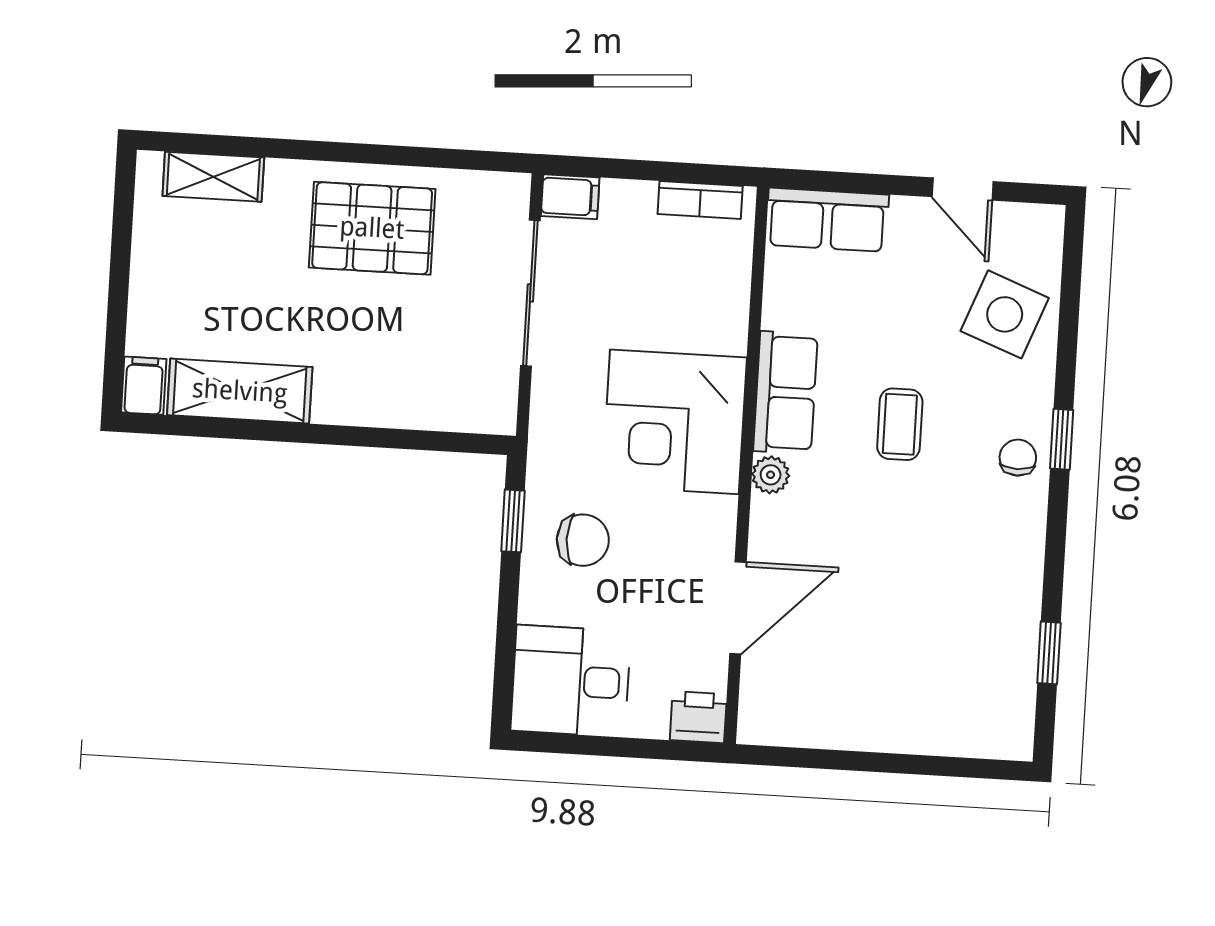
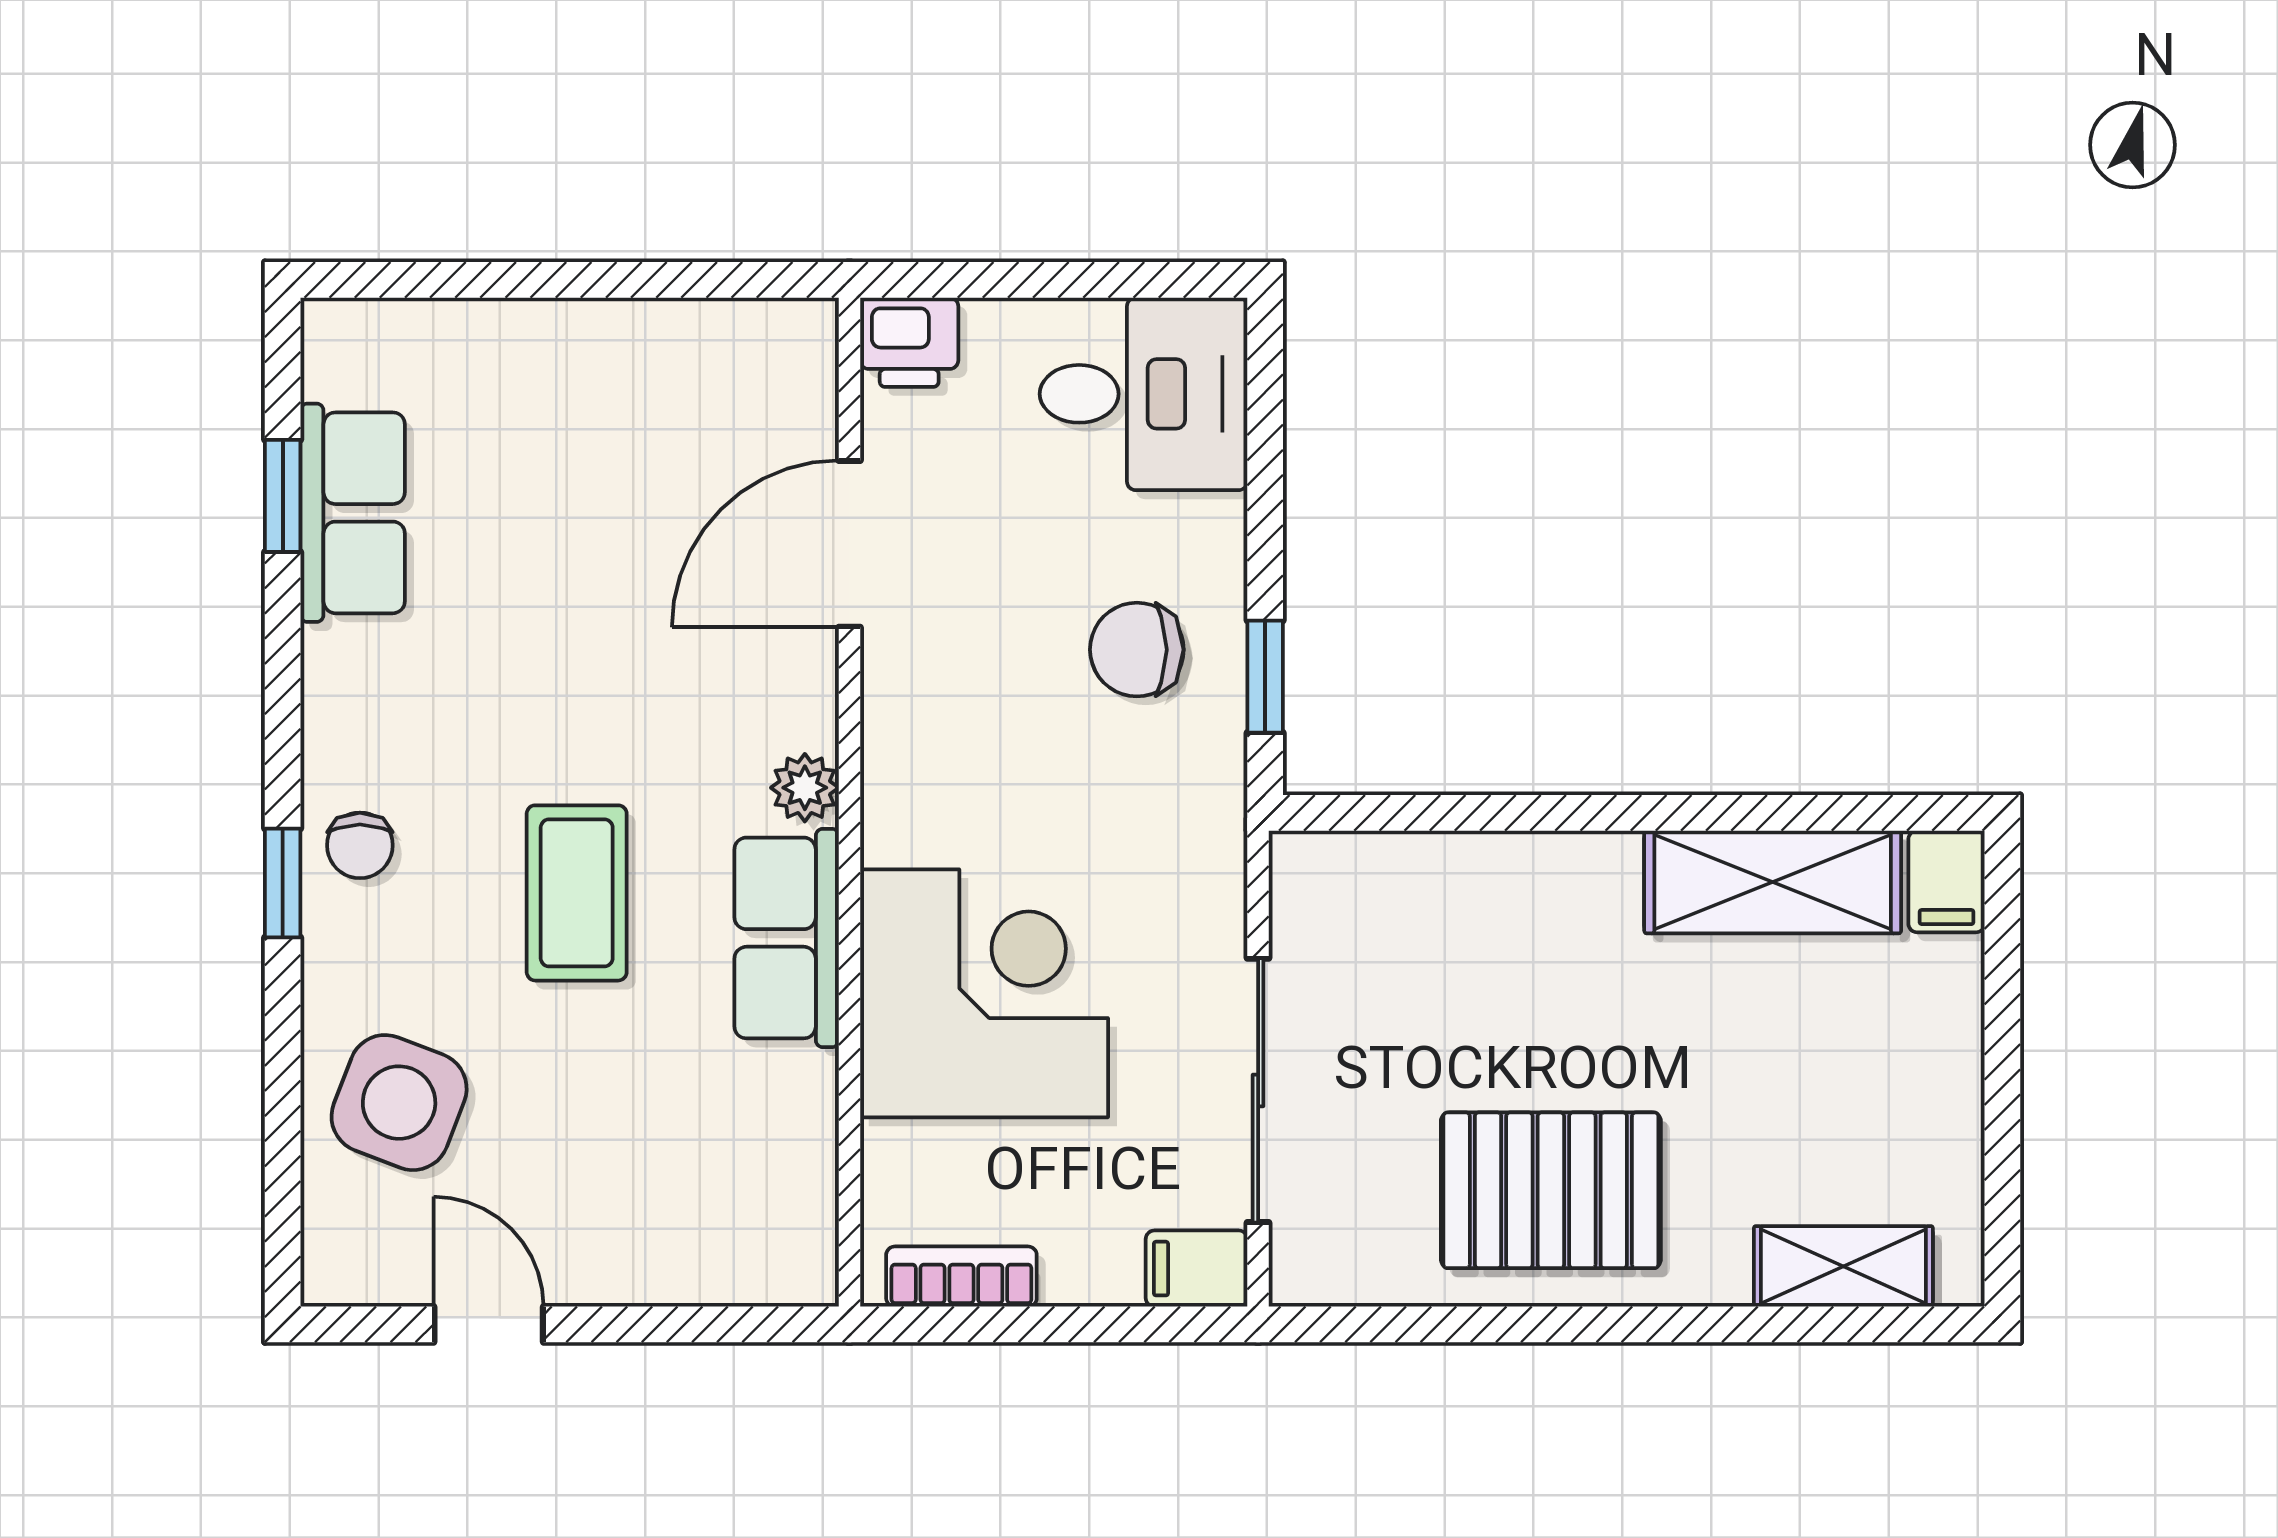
row of seats: (827, 220) -> (353, 513), moved, turned 90
corner desk: (674, 422) -> (984, 993), moved
coffee table: (900, 424) -> (577, 893), width x1.36, depth x1.30

